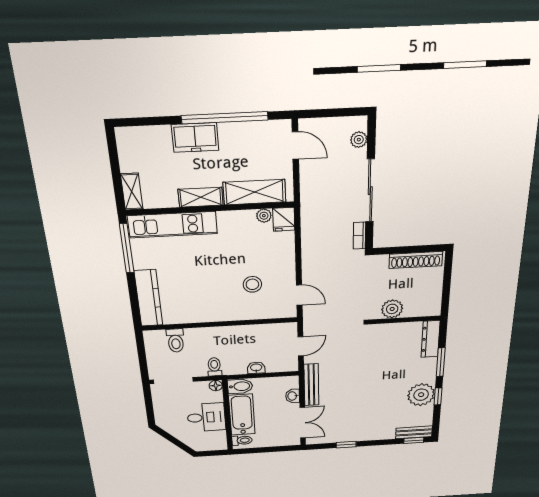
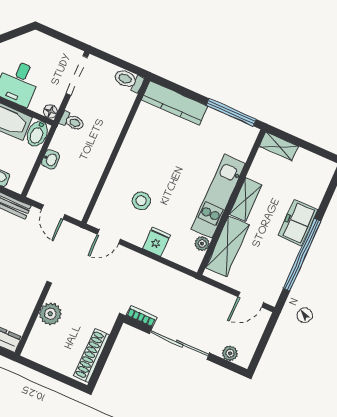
fridge: (284, 219) -> (157, 242), moved, turned 90
kitchen unit: (173, 225) -> (218, 196), moved
toilet: (176, 341) -> (129, 80), moved

